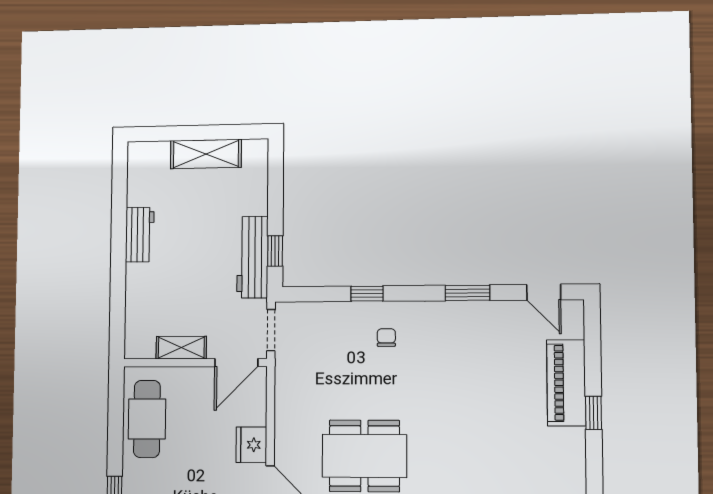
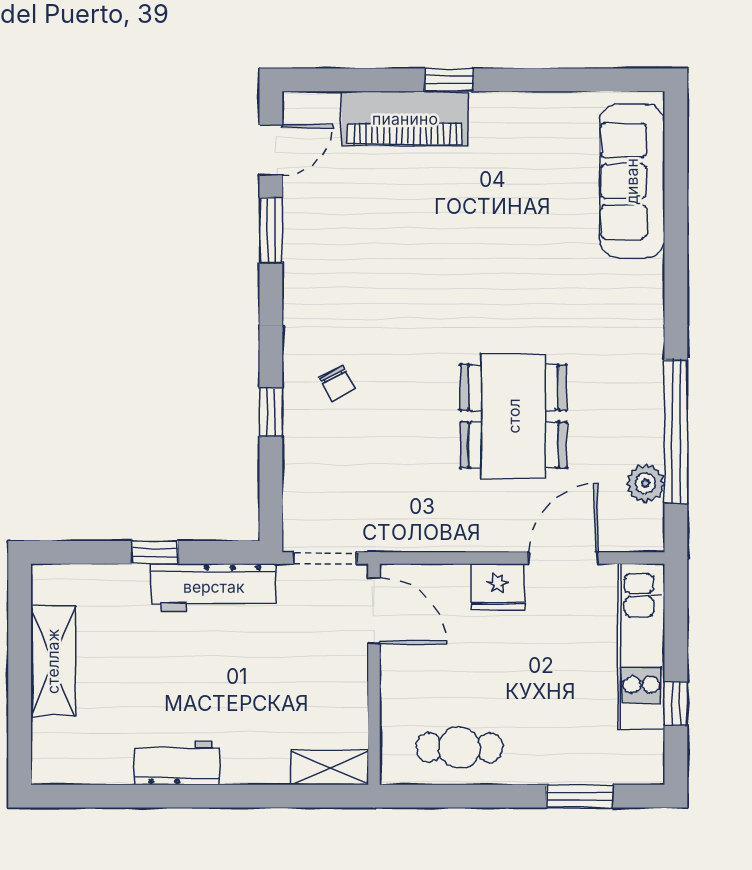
window: (275, 251) -> (155, 552), moved
window: (467, 293) -> (271, 230), moved
chair: (386, 338) -> (337, 384), turned -118
shelving: (181, 348) -> (330, 768), moved, turned 90
cafe table: (147, 419) -> (459, 748), width x0.73, depth x0.74

